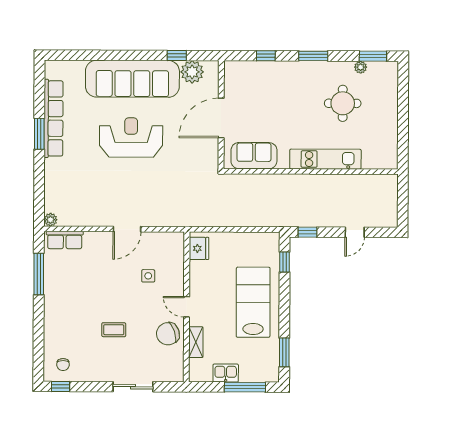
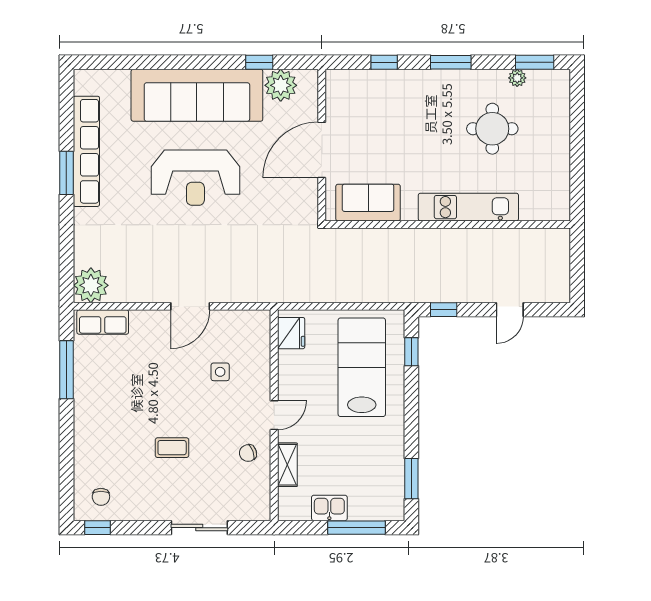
reception desk: (131, 137) -> (195, 178), turned 180
plant: (50, 220) -> (91, 285), width x1.88, depth x1.88
lab bench: (253, 302) -> (362, 367), moved
door: (187, 307) -> (274, 415), swing flipped
chair: (168, 334) -> (248, 453), width x0.54, depth x0.54

